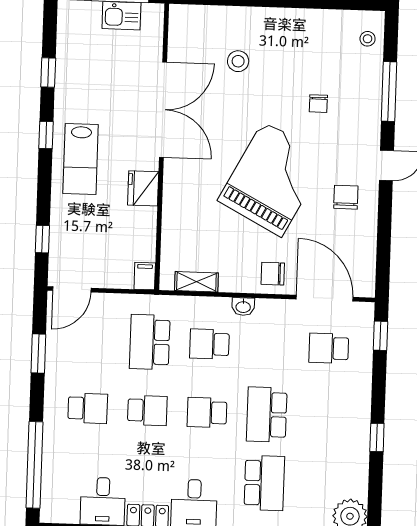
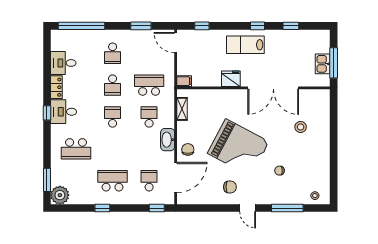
washbasin: (243, 307) -> (168, 140), width x1.91, depth x1.45
school desk: (267, 415) -> (113, 181), moved

